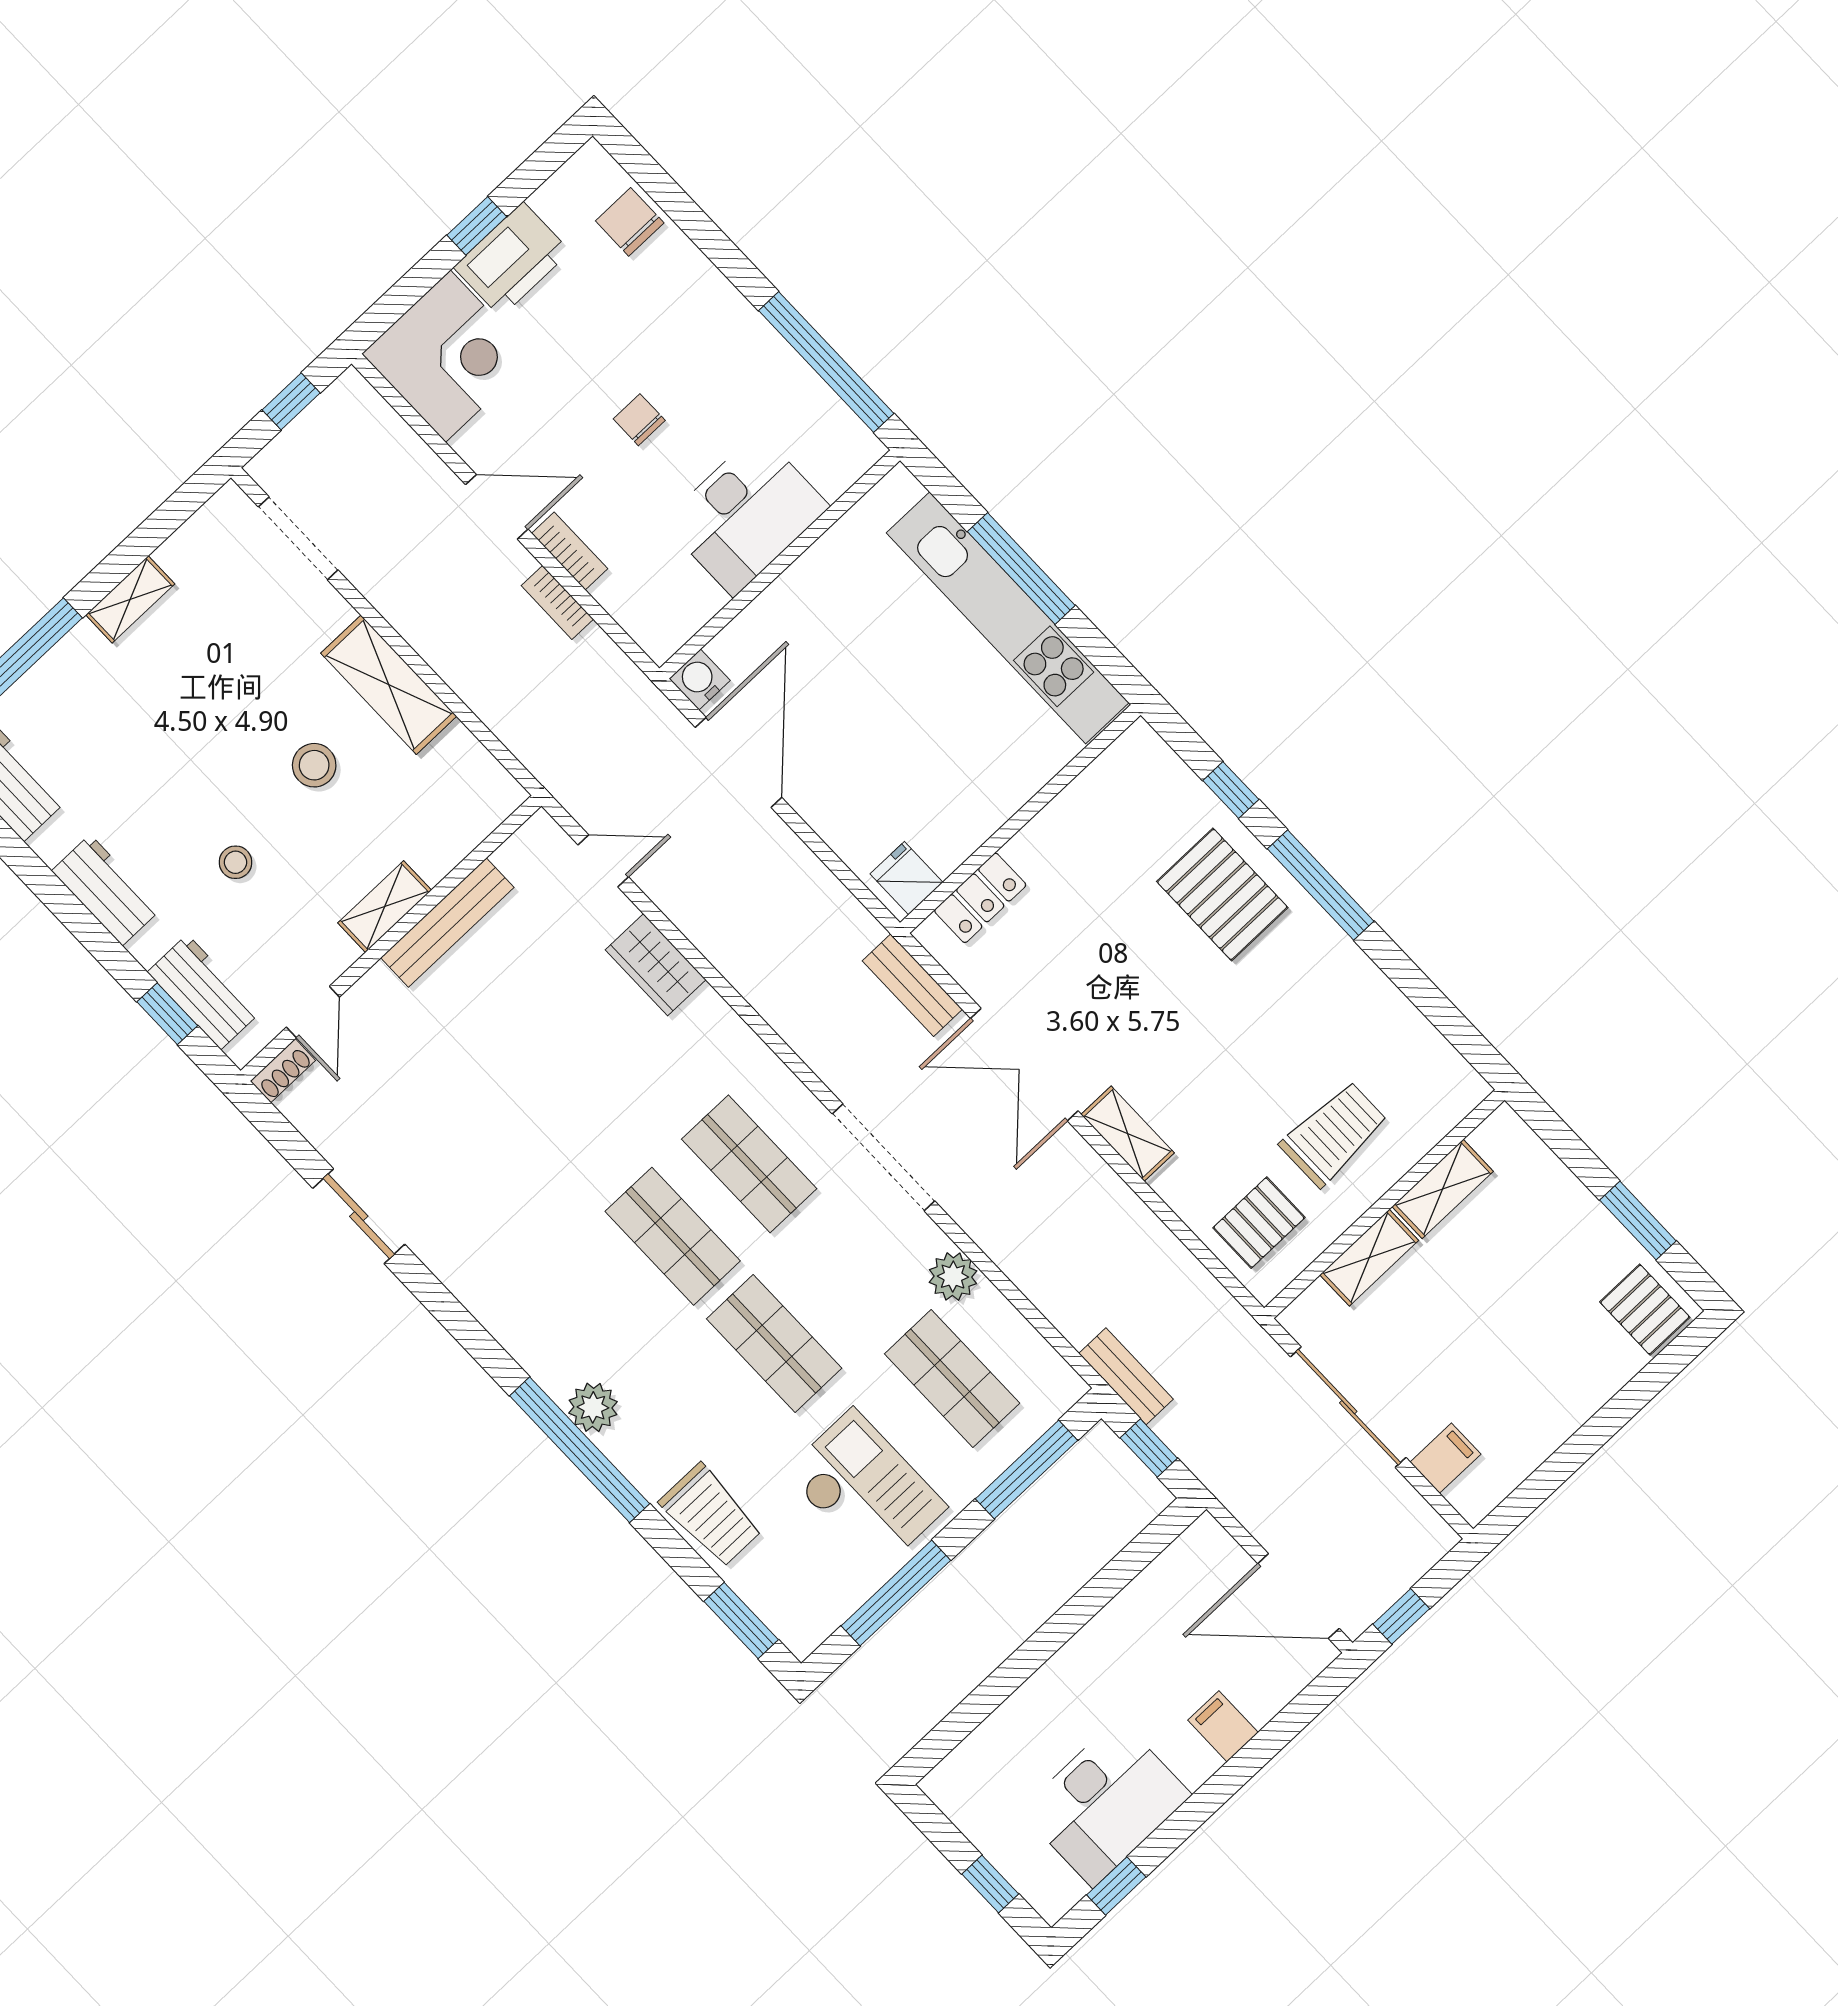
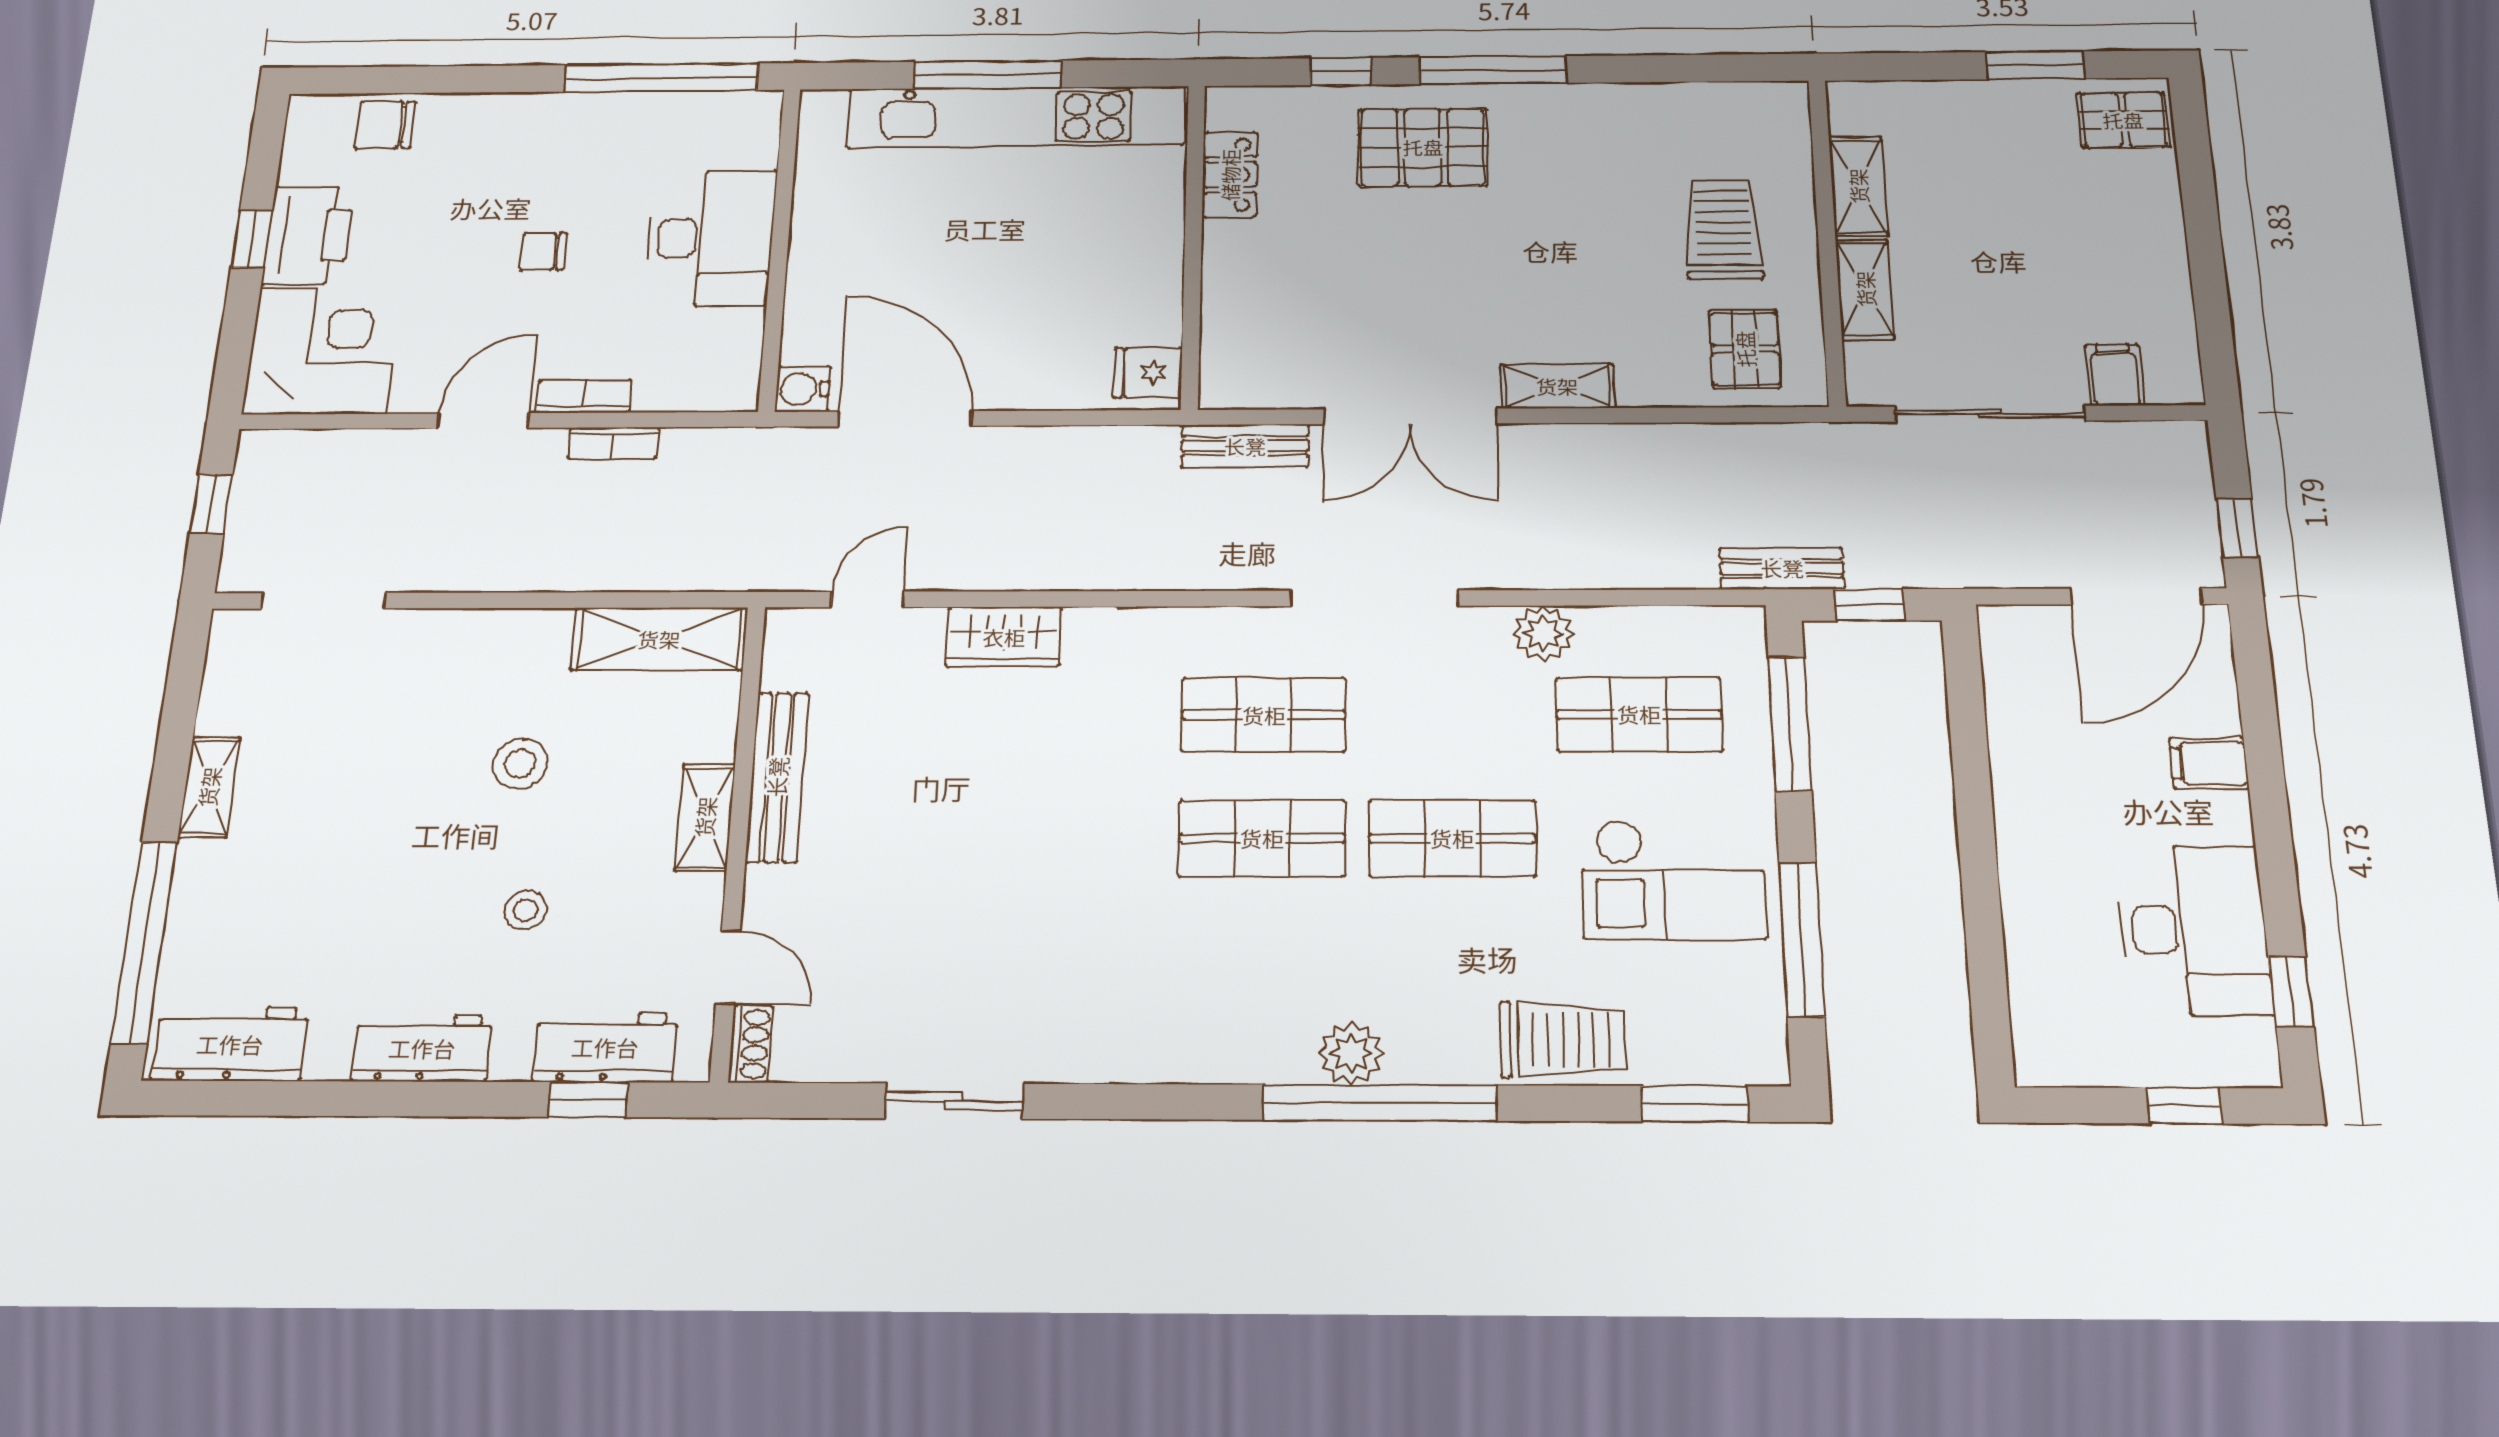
shelving: (389, 685) -> (659, 639), moved
locker: (980, 898) -> (1230, 175), moved
checkout: (866, 1490) -> (1673, 880), turned 180

